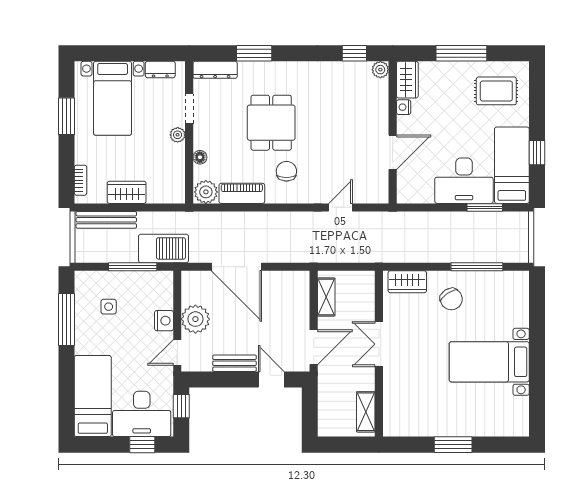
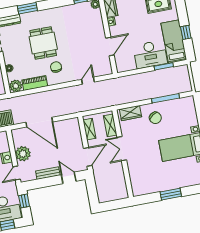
shelving: (366, 412) -> (110, 125), moved

